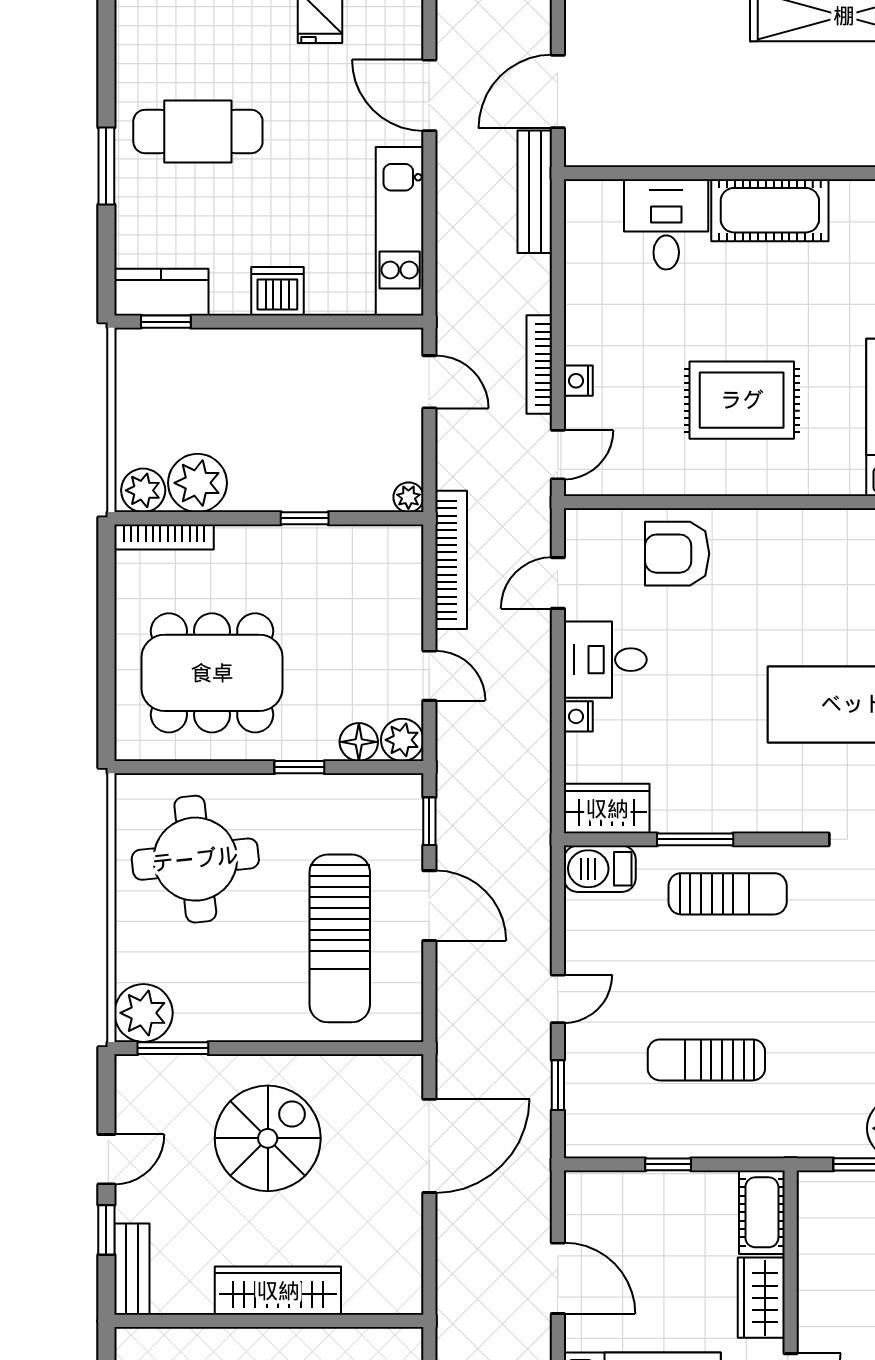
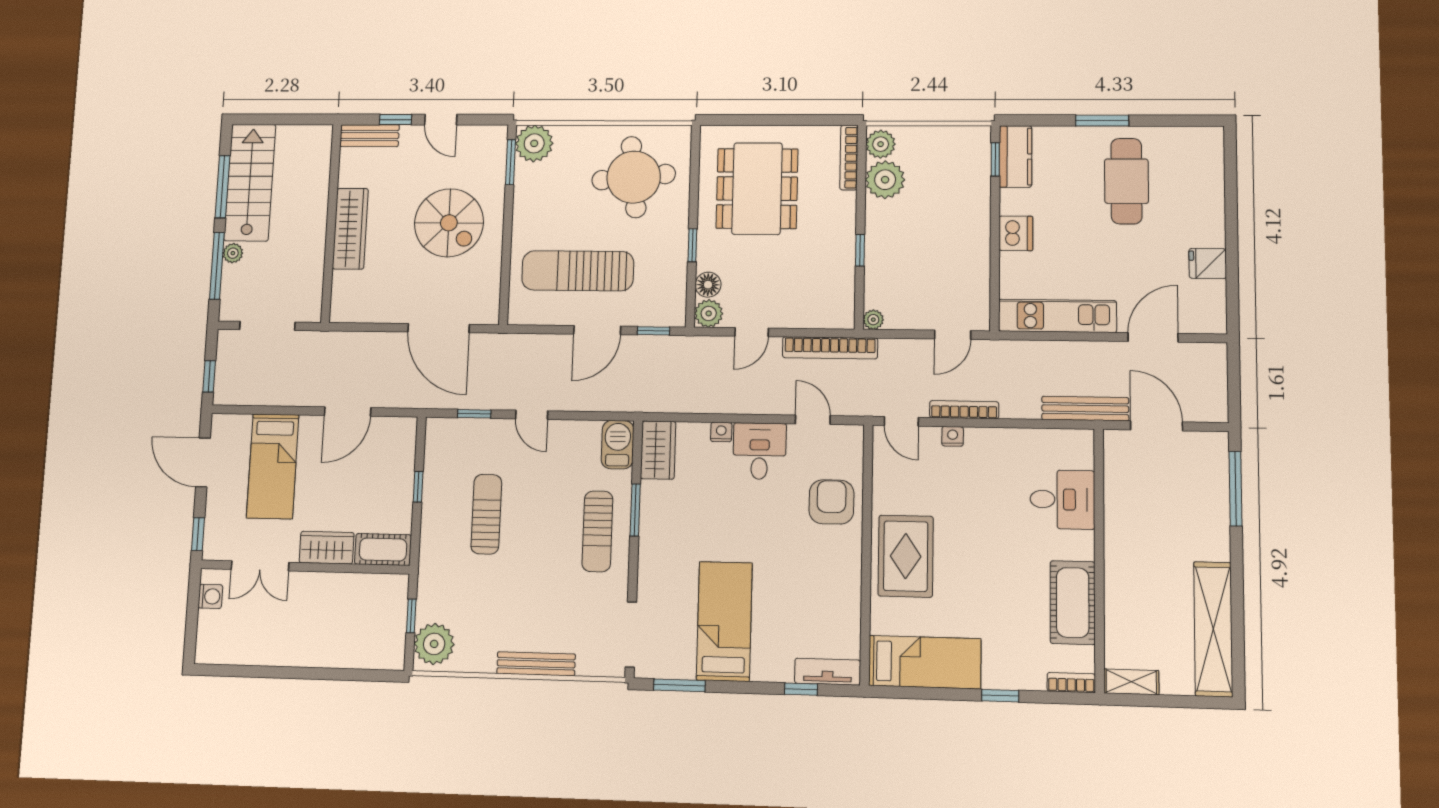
cot: (770, 210) -> (1073, 603), moved
rug: (742, 400) -> (906, 556), moved

